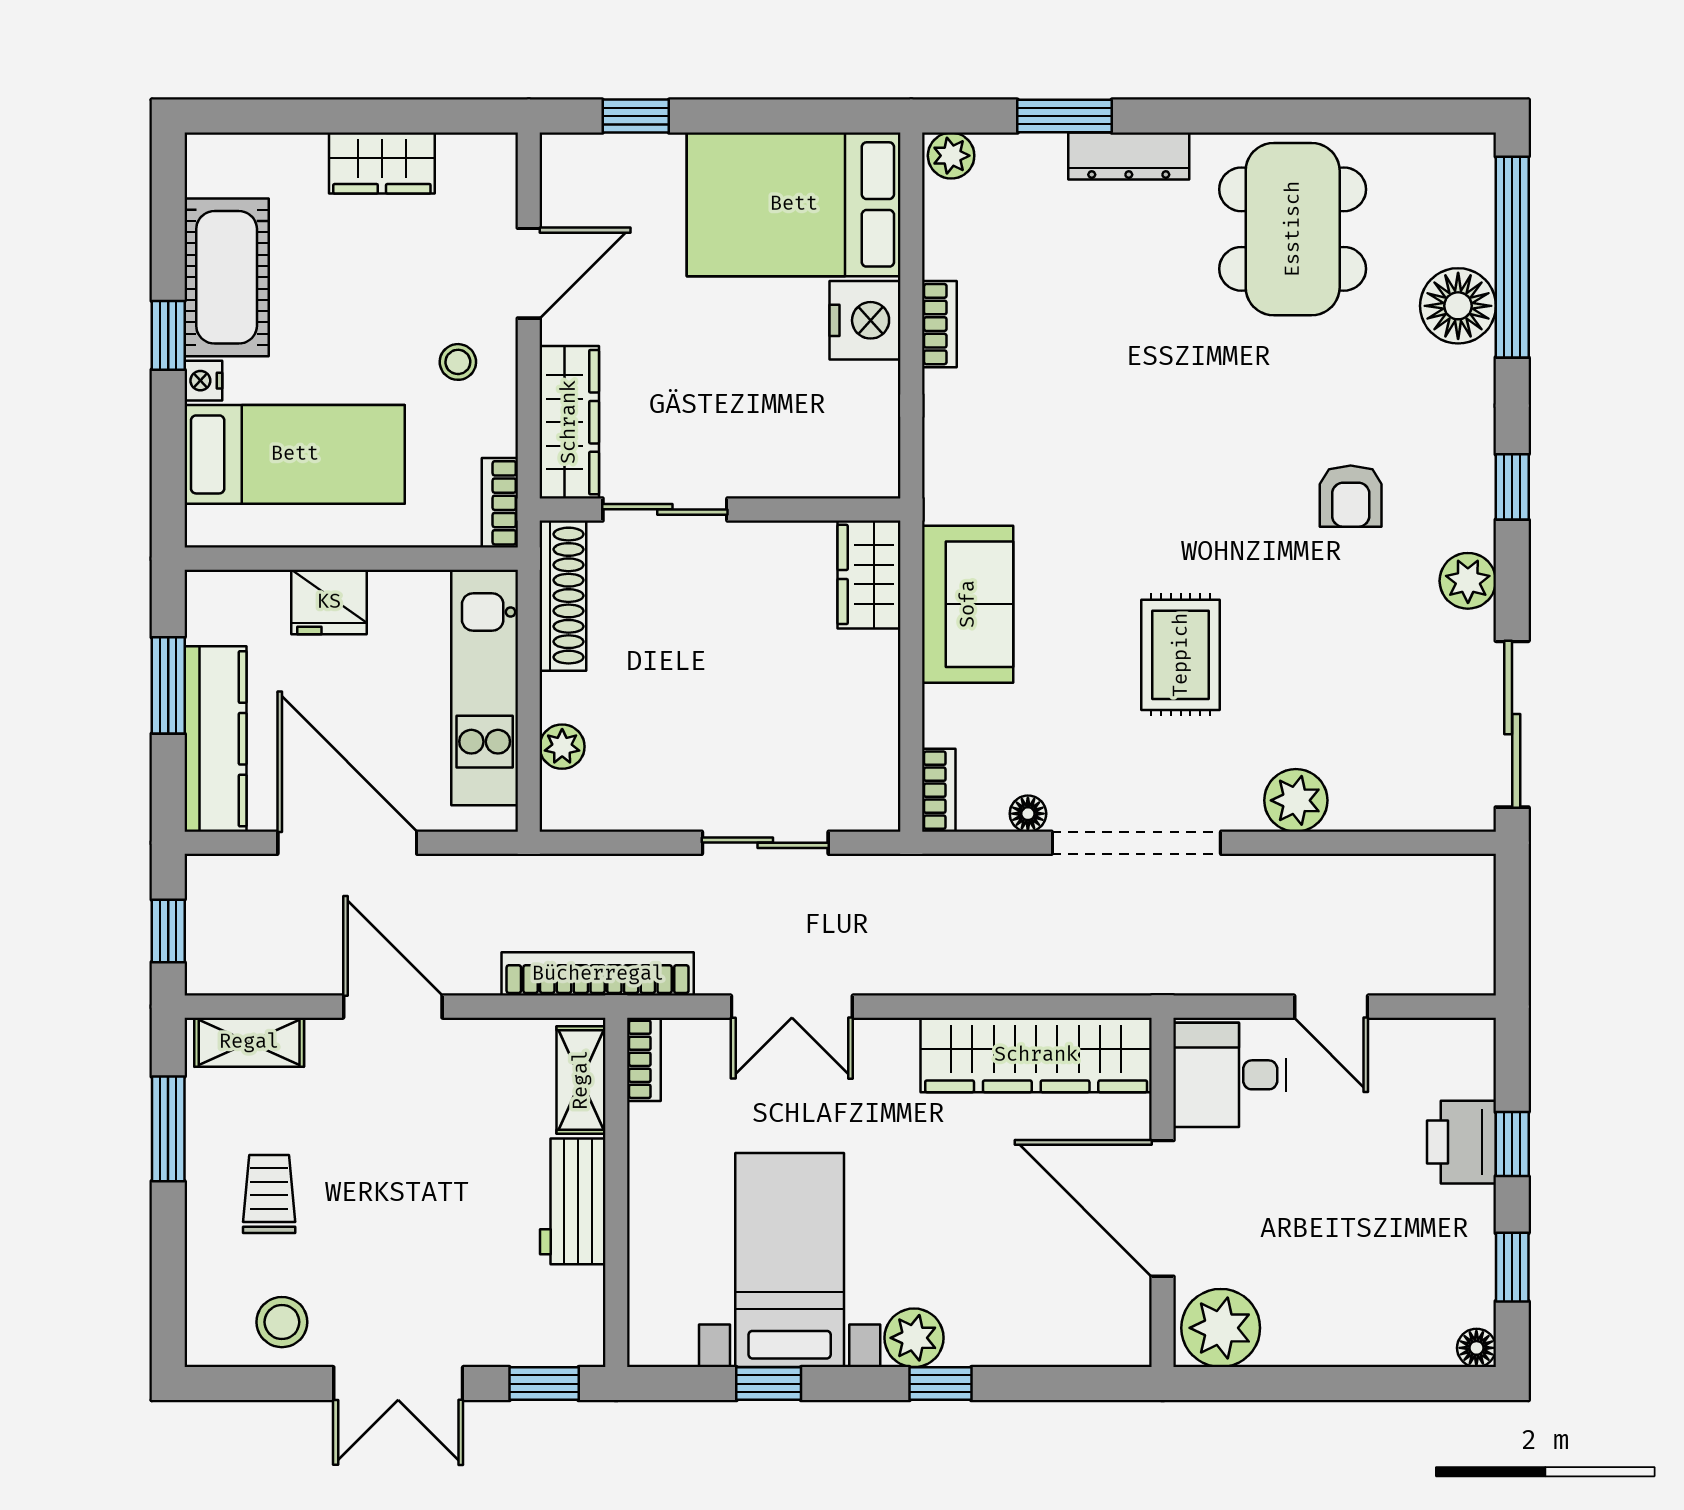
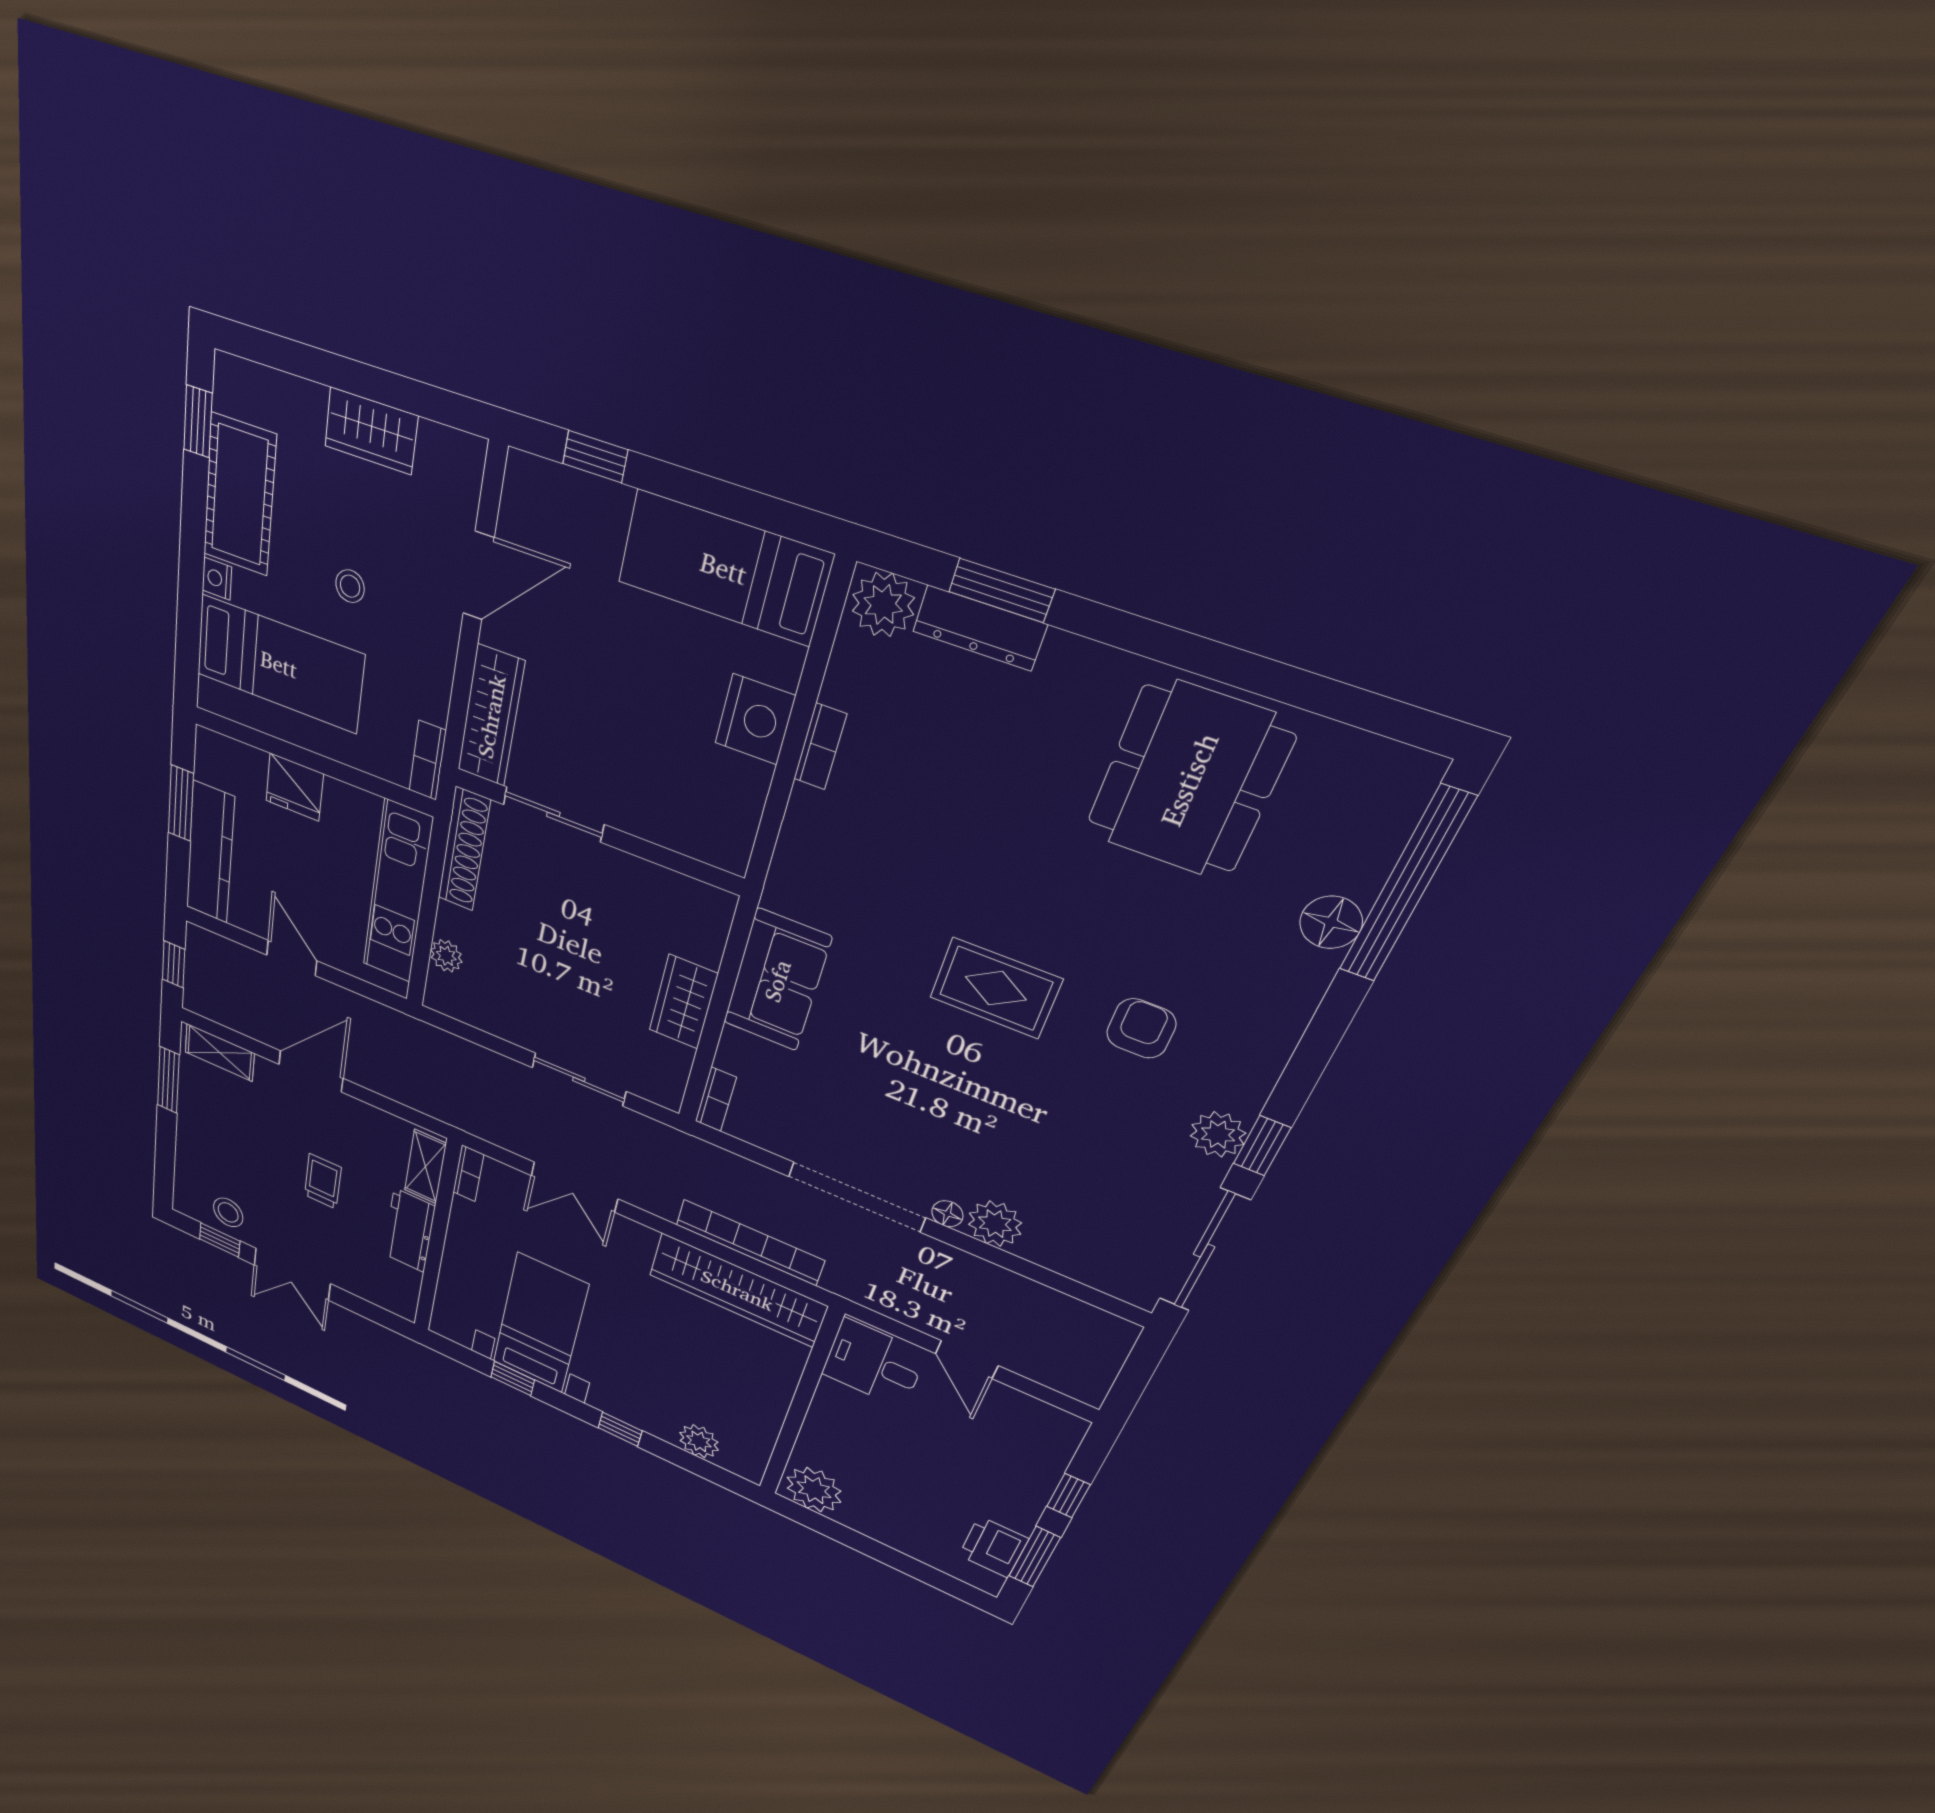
plant: (951, 156) -> (883, 605), width x1.38, depth x1.38
dresser: (1129, 156) -> (980, 628), moved
bed: (794, 204) -> (724, 568), width x0.67
floor lamp: (1458, 306) -> (1331, 922), width x0.73, depth x0.73
window: (168, 335) -> (198, 421), moved
stool: (458, 362) -> (350, 586), moved
window: (1512, 487) -> (1262, 1146), moved
armchair: (1351, 496) -> (1141, 1028), turned 180
wardrobe: (869, 574) -> (683, 1002), moved
rug: (1181, 655) -> (996, 988), moved, turned 90
floor lamp: (1028, 814) -> (947, 1214), moved
door: (347, 843) -> (292, 958), width x0.53
bookcase: (598, 974) -> (750, 1242), moved
door: (393, 1007) -> (311, 1071), hinge flipped
printer: (1462, 1142) -> (993, 1547), moved
trolley: (269, 1194) -> (323, 1181), moved
door: (1163, 1208) -> (797, 1412), removed
window: (1512, 1267) -> (1035, 1557), width x1.50
plant: (914, 1338) -> (699, 1441), moved
floor lamp: (1476, 1348) -> (988, 1583), removed
window: (544, 1384) -> (220, 1240), moved

